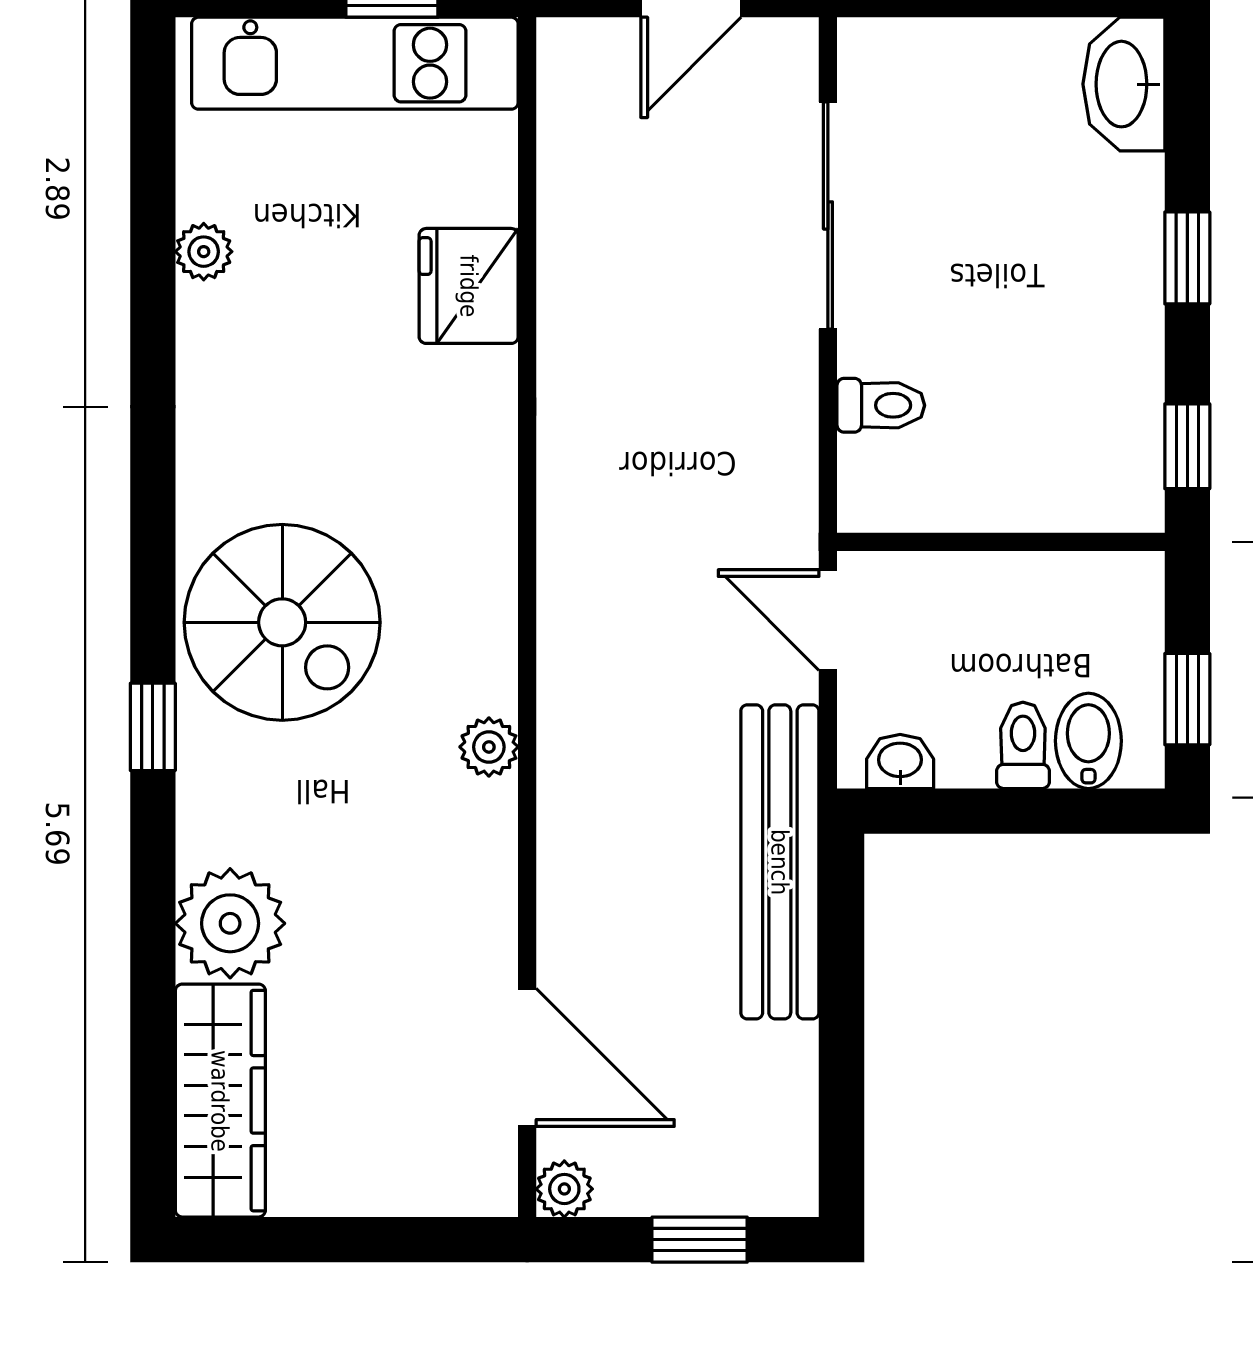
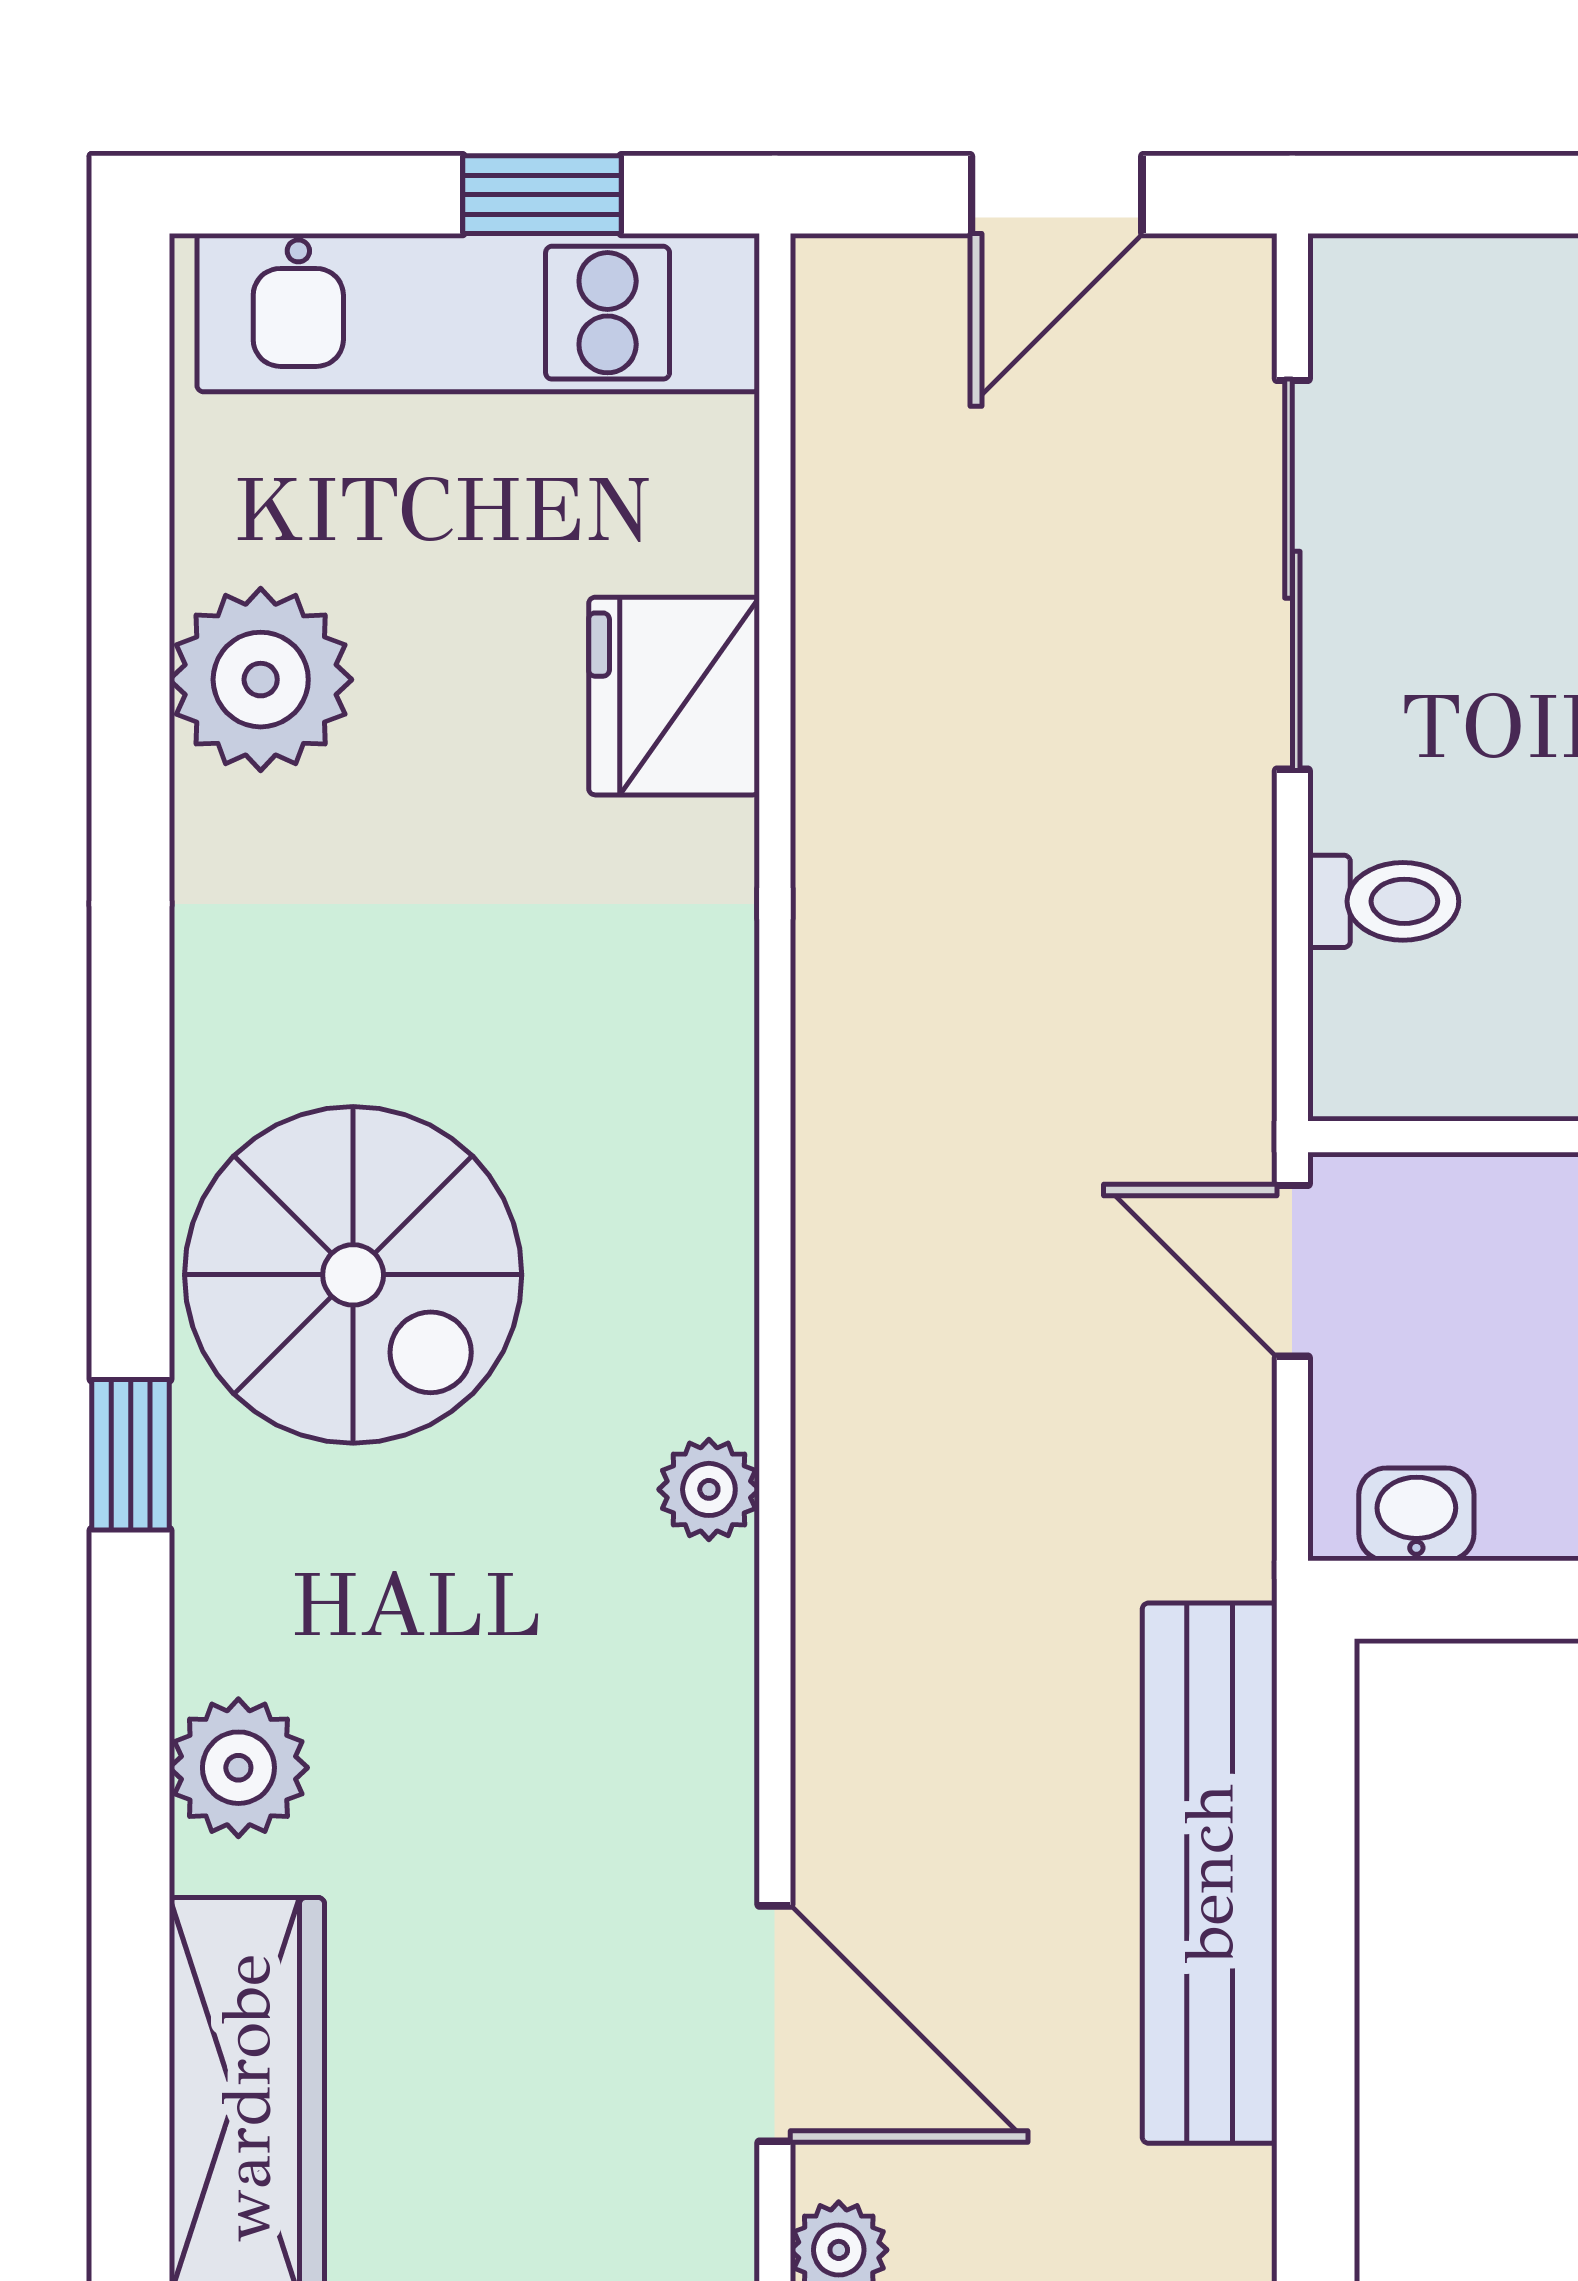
plant: (204, 252) -> (261, 680), width x1.88, depth x1.88
bench: (780, 862) -> (1210, 1873), moved
plant: (230, 923) -> (238, 1768), width x0.73, depth x0.73

